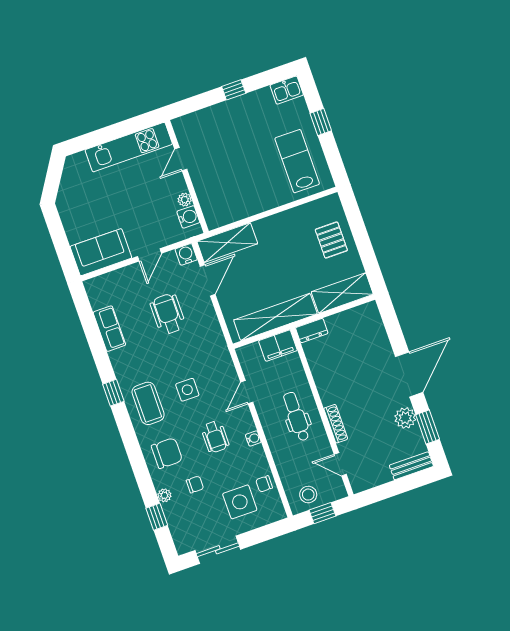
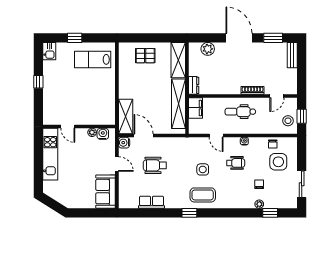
plant: (405, 418) -> (208, 49), moved
chair: (167, 453) -> (235, 194), removed

